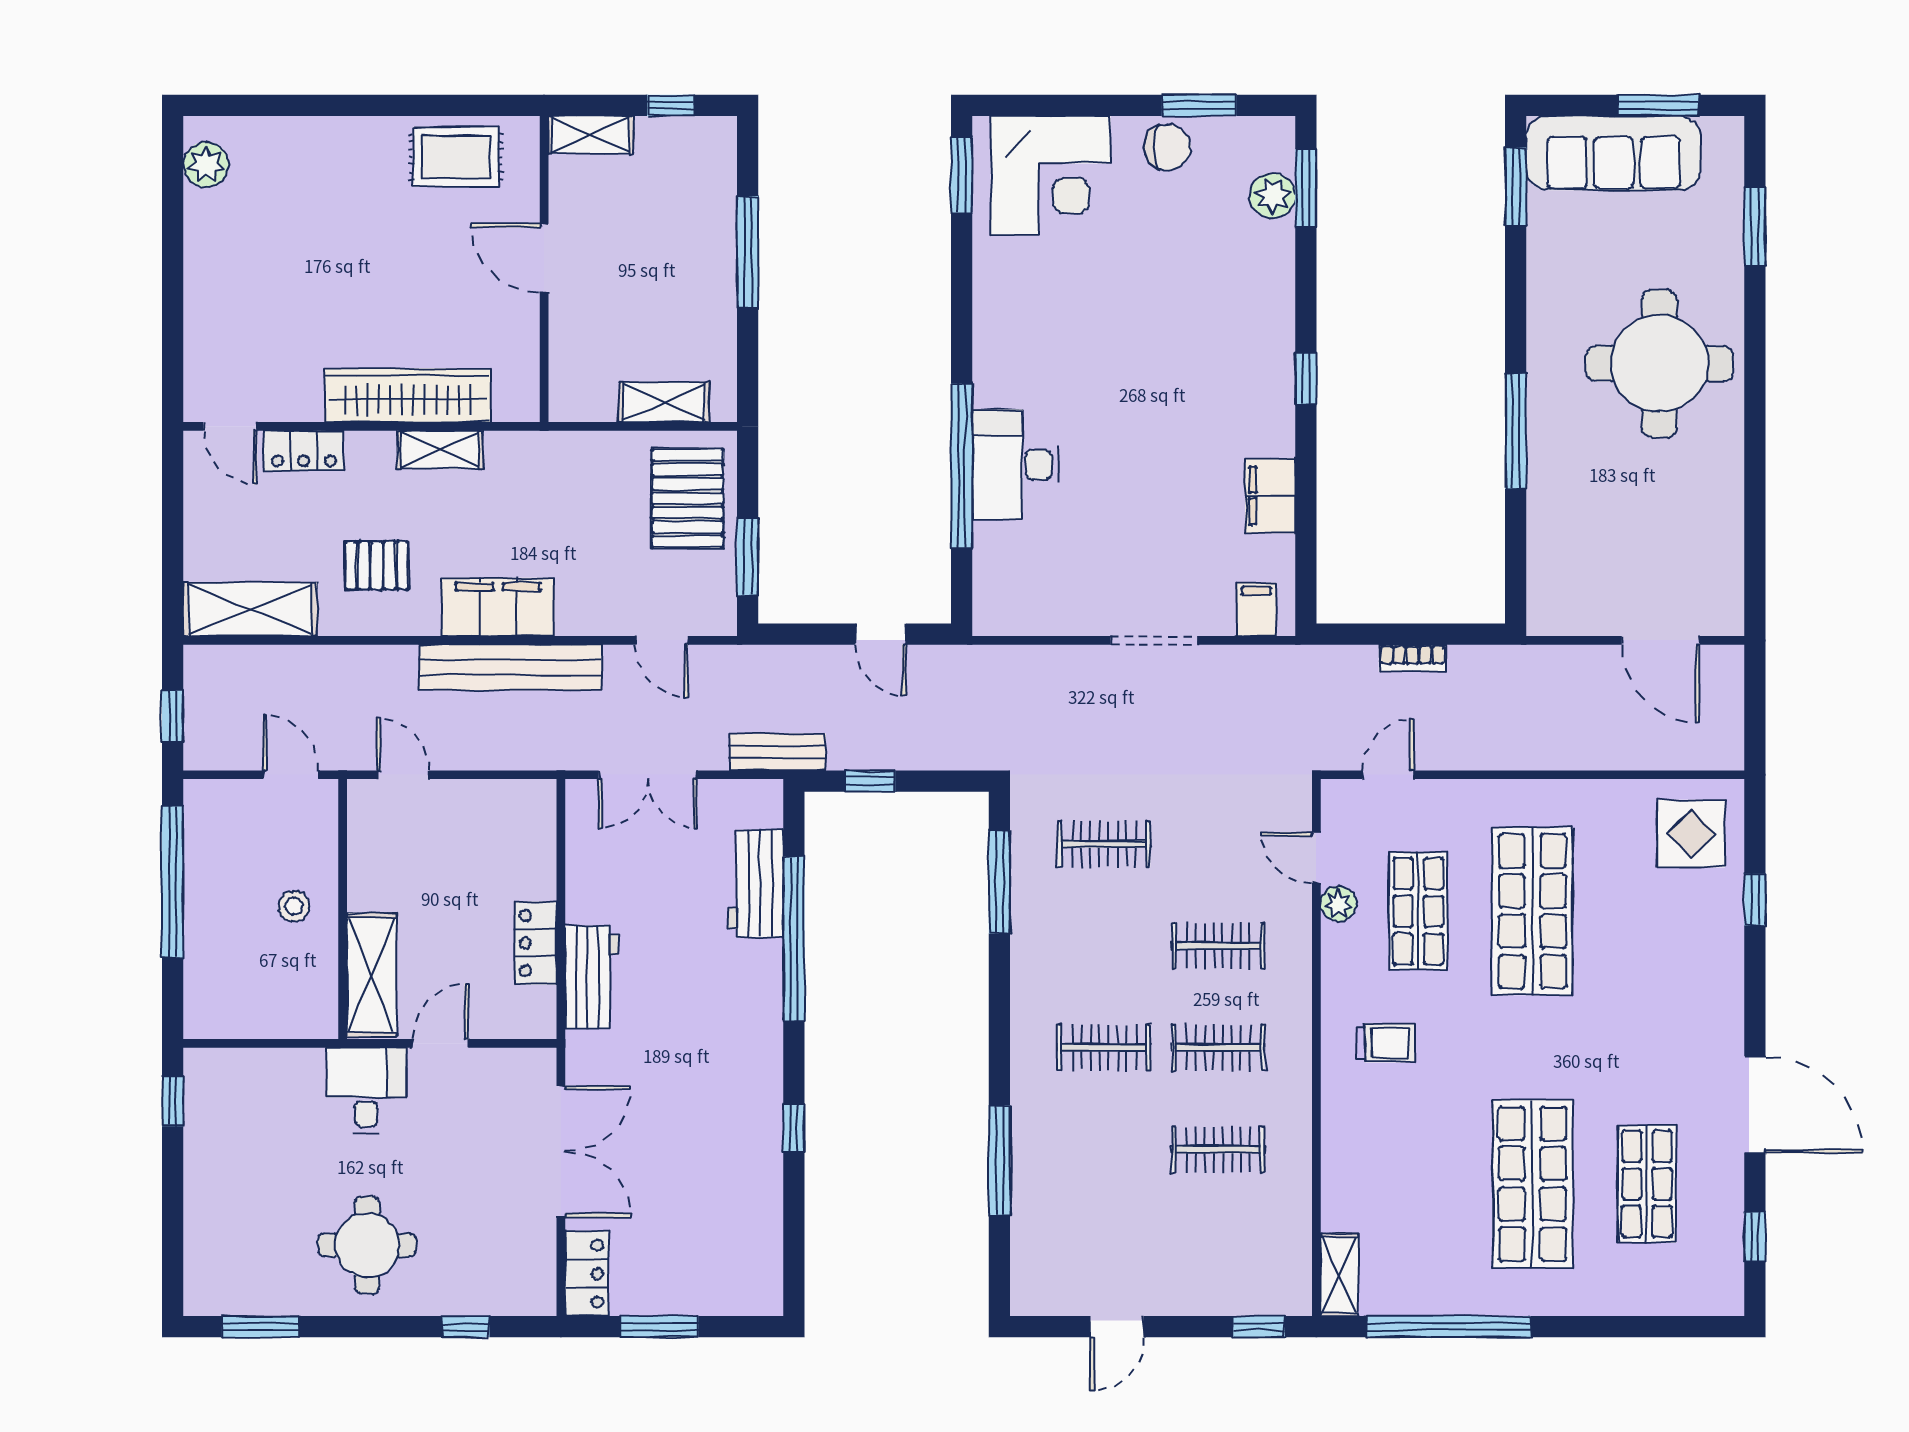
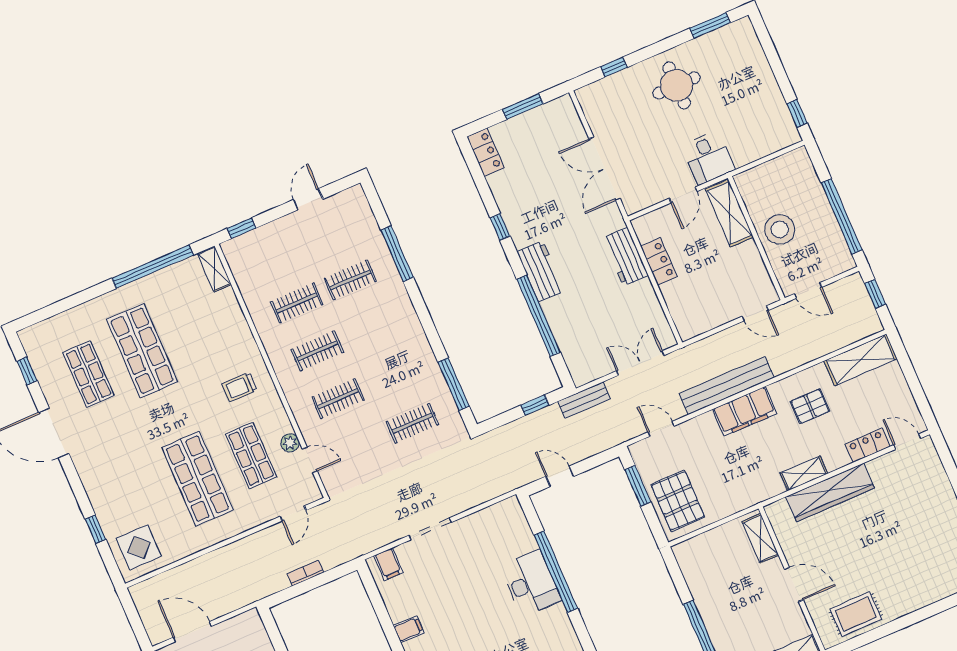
shelving: (664, 402) -> (760, 538), moved, turned 90
filing cabinet: (1270, 496) -> (409, 629), width x0.50
workbench: (756, 884) -> (541, 271), moved
stool: (294, 906) -> (780, 230), width x1.89, depth x1.89
clothes rail: (1104, 1048) -> (350, 280), moved
locker: (587, 1274) -> (486, 152), moved, turned 180

